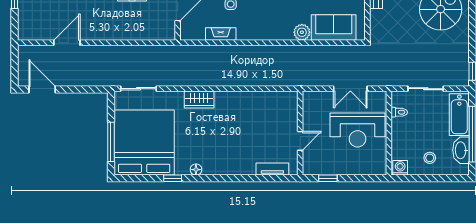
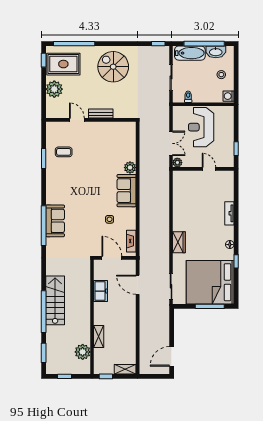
shelving: (24, 26) -> (125, 369), added
sofa: (334, 28) -> (127, 191), moved
fireplace: (221, 34) -> (131, 241), moved
door: (67, 43) -> (138, 285), moved
double door: (350, 89) -> (171, 143), moved
plant: (309, 97) -> (177, 163), added
reception desk: (358, 130) -> (201, 127), turned 180
tv unit: (272, 169) -> (229, 213), moved

